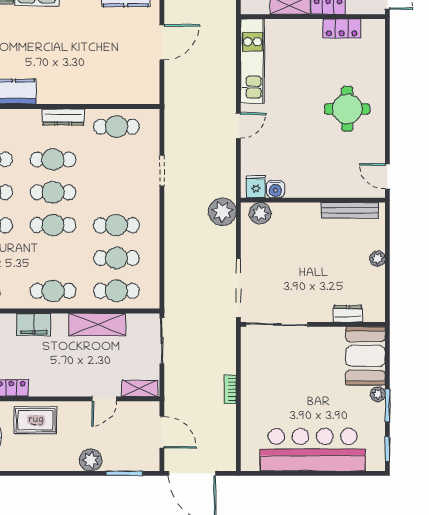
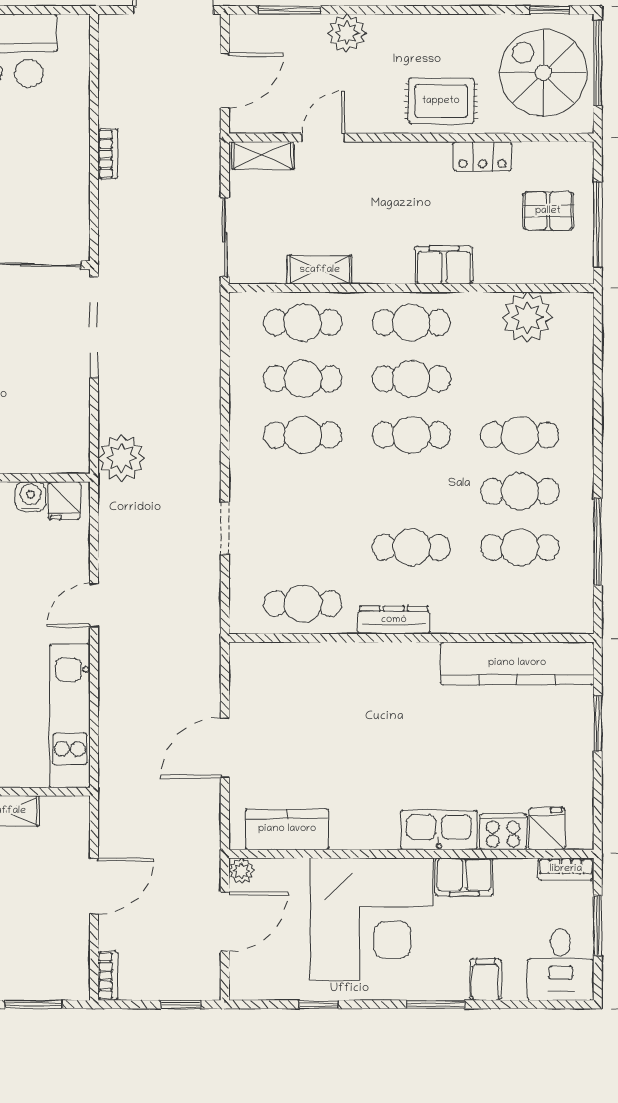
cafe table: (53, 192) -> (411, 379), moved
plant: (260, 213) -> (57, 456), removed
shelving: (97, 325) -> (320, 270), width x0.67, depth x0.75
door: (162, 432) -> (225, 81), swing flipped

